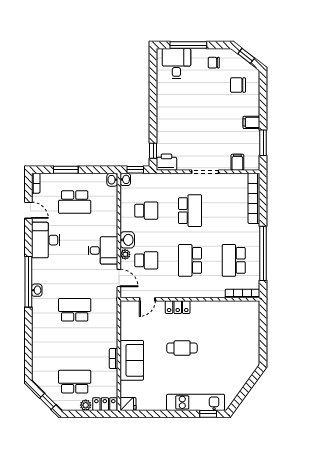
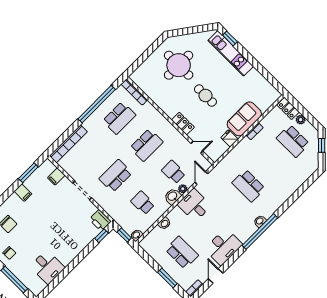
desk: (176, 64) -> (47, 267), moved, turned -90
washbasin: (112, 180) -> (164, 223), moved
round table: (228, 351) -> (179, 65), added
fridge: (128, 404) -> (230, 138), moved

